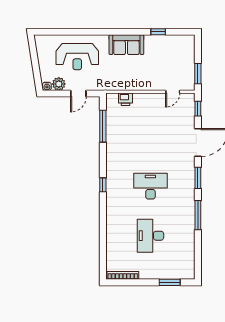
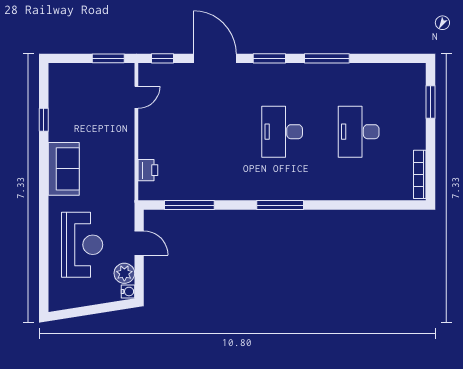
door: (173, 92) -> (136, 97), hinge flipped
window: (103, 185) -> (280, 205), width x2.17
desk: (150, 236) -> (359, 132), turned 90

